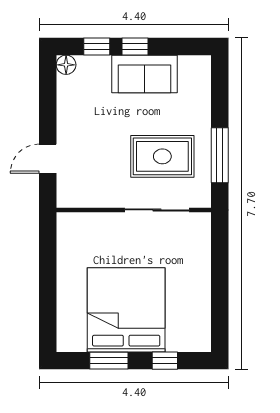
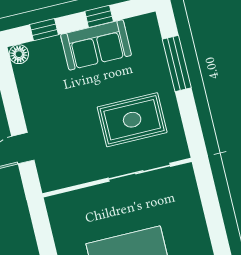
window: (135, 46) -> (99, 16), moved
window: (220, 155) -> (177, 63), moved

